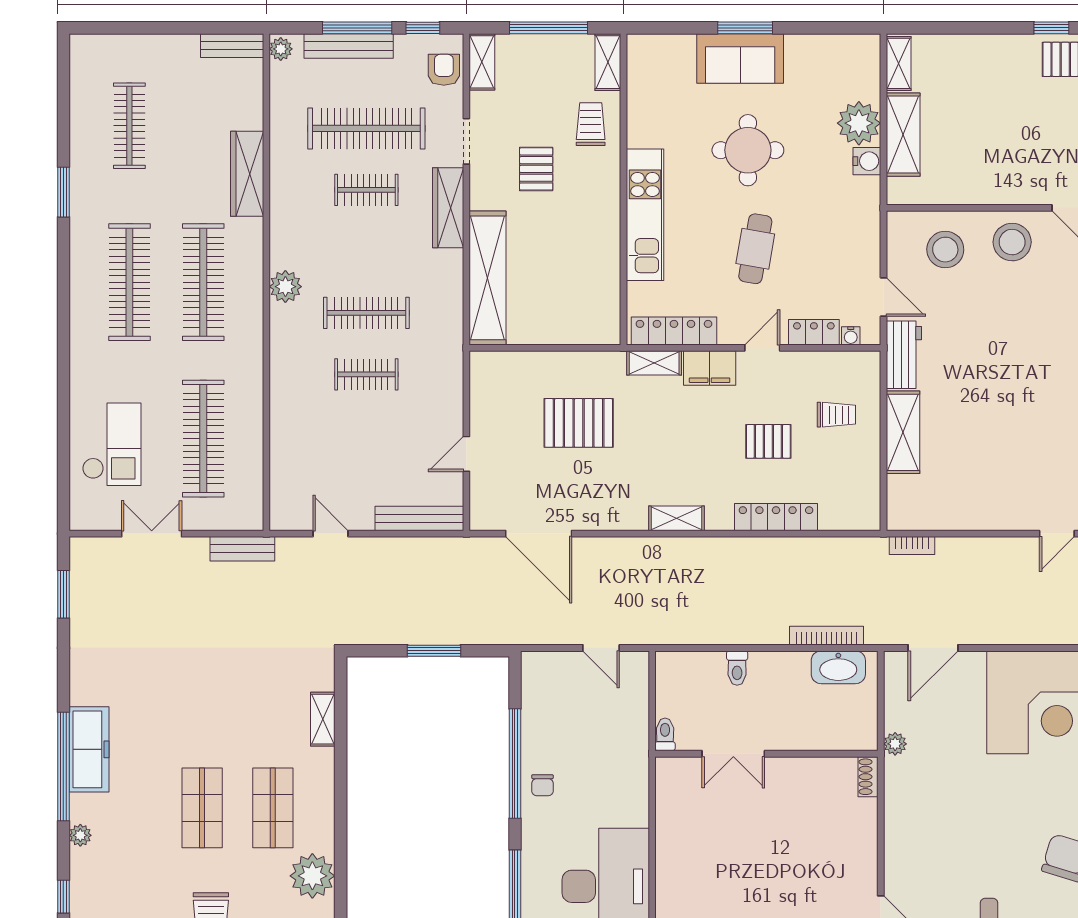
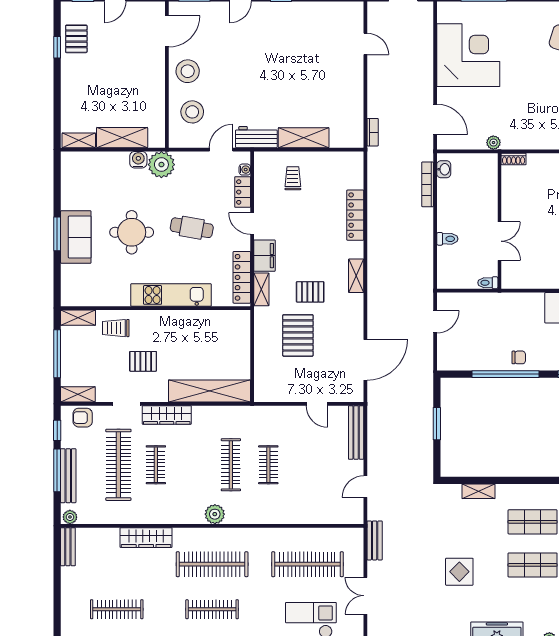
plant: (859, 123) -> (161, 165), moved
clothes rail: (129, 282) -> (212, 609), width x0.73, depth x0.76
pallet: (768, 441) -> (310, 292), moved, turned 90
washbasin: (838, 667) -> (444, 169), width x0.52, depth x0.69
display table: (191, 688) -> (459, 572), added

